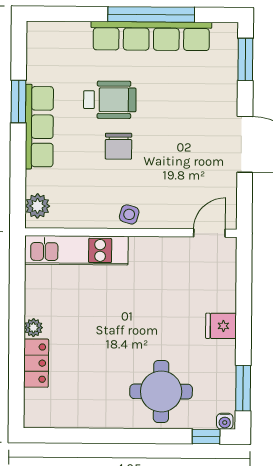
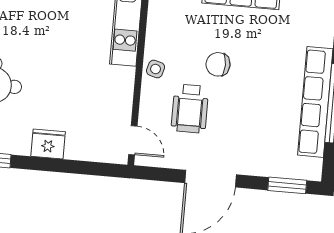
wheelchair: (110, 100) -> (190, 109), moved
fridge: (221, 326) -> (48, 144), width x1.38

